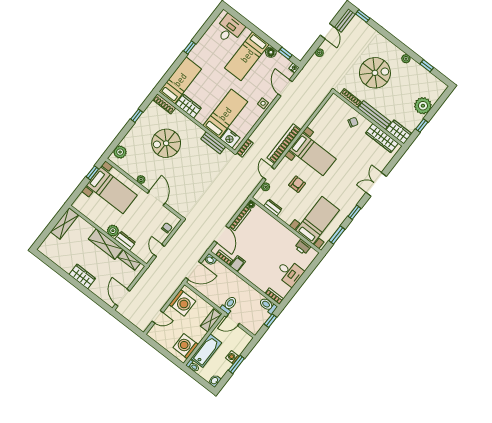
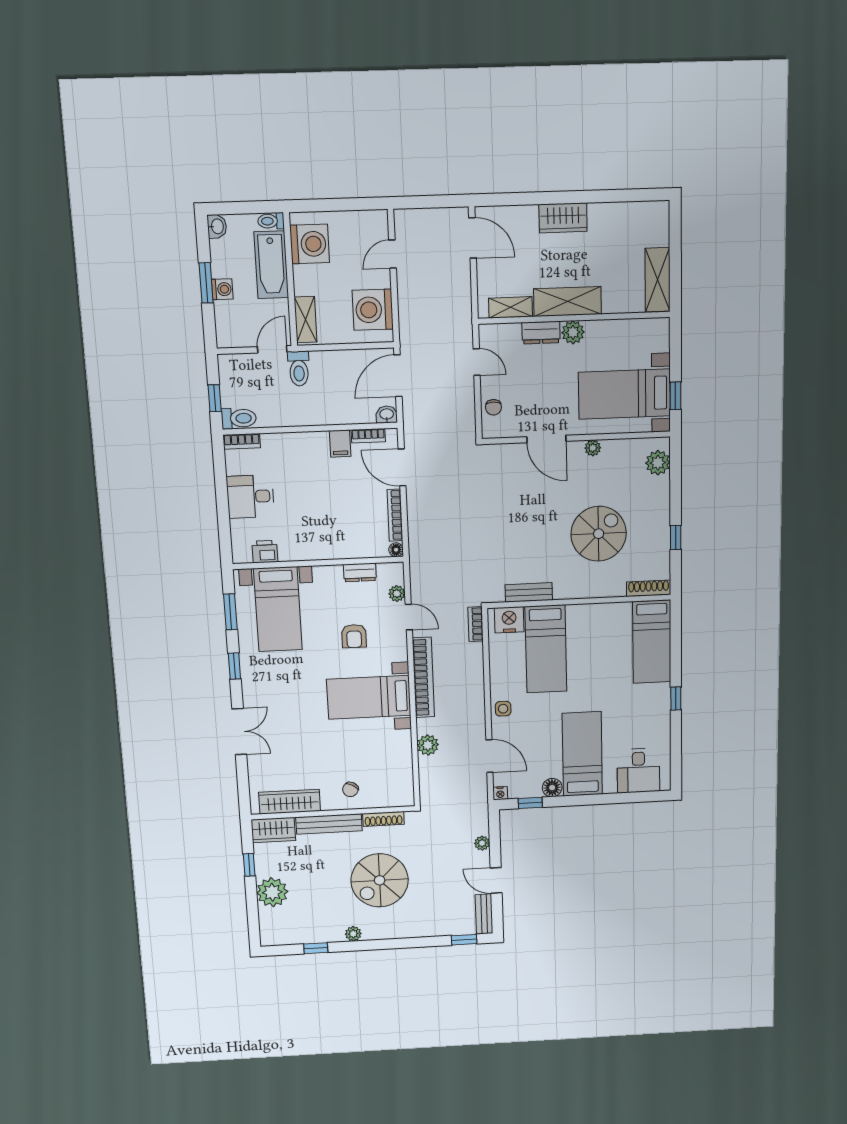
wardrobe: (188, 106) -> (610, 615), removed
plant: (306, 114) -> (428, 745), added

